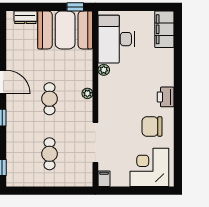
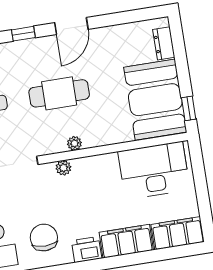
filing cabinet: (164, 67) -> (126, 241), added
plant: (104, 70) -> (63, 168), moved
cafe table: (49, 99) -> (59, 93), width x1.37, depth x1.35

